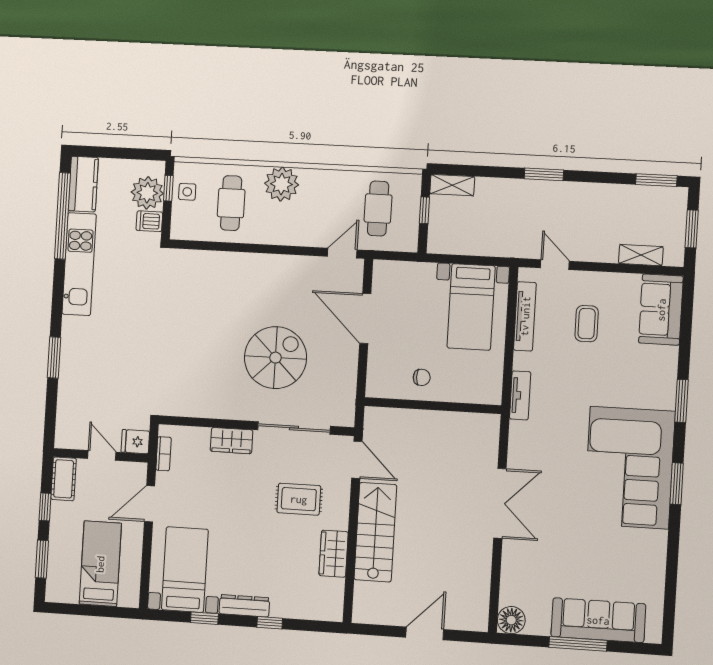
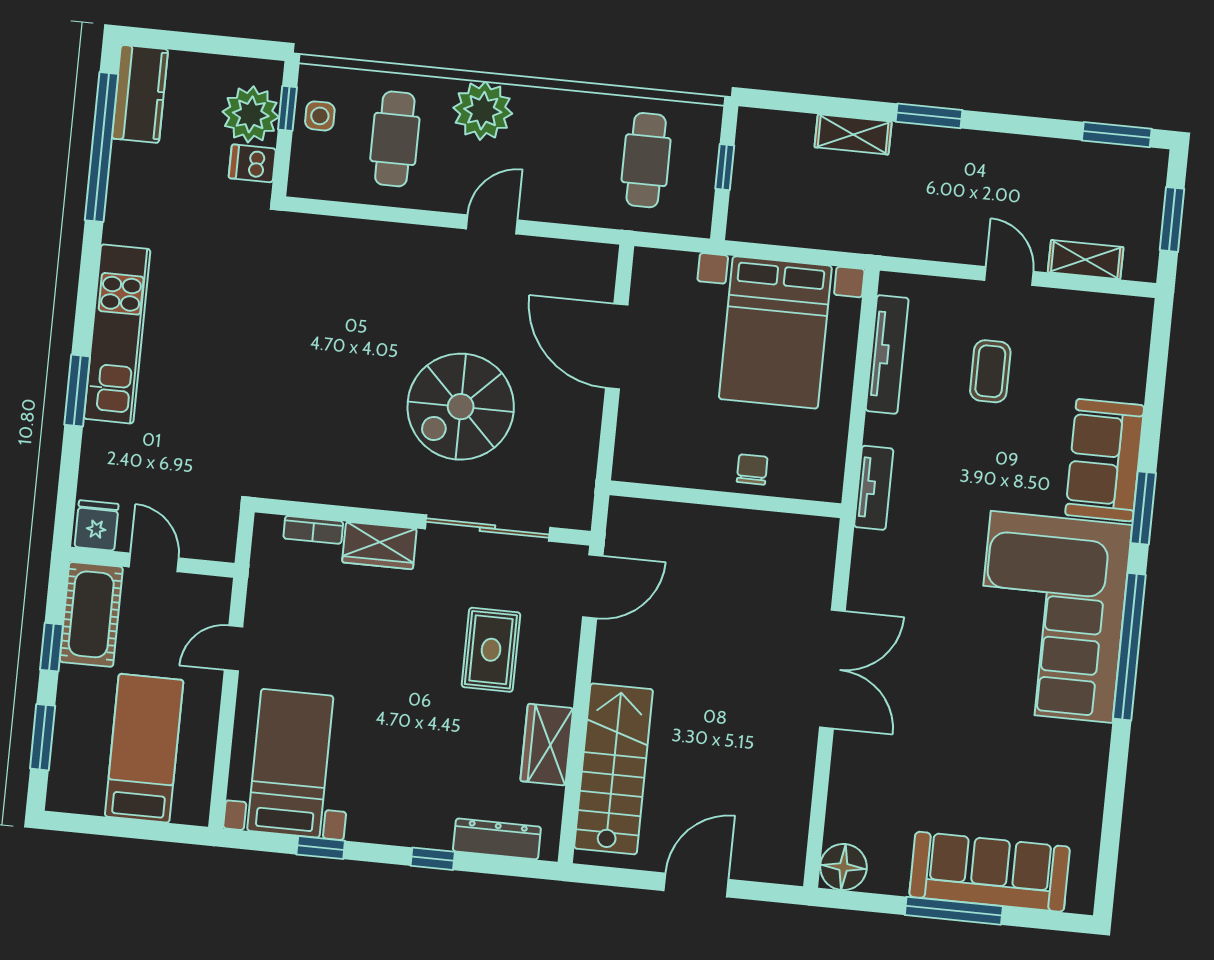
shelving: (452, 185) -> (853, 134), moved
door: (342, 253) -> (492, 224), moved
kitchen unit: (79, 264) -> (117, 334), moved
door: (555, 265) -> (1009, 276), moved
bed with nightstands: (471, 307) -> (775, 332), width x1.36
sofa: (661, 310) -> (1105, 460), moved
spiral stairs: (276, 358) -> (461, 407), turned 180
chair: (422, 377) -> (752, 469), moved, turned -90
fridge: (135, 442) -> (97, 525), moved, turned 90
bookcase: (164, 454) -> (313, 530), moved, turned 90
door: (357, 460) -> (593, 586), hinge flipped
cot: (64, 479) -> (91, 614), width x1.37, depth x1.34
window: (677, 484) -> (1129, 647), width x2.11
rug: (299, 499) -> (491, 650), turned 90
door: (150, 504) -> (234, 648), width x0.73
stairs: (375, 532) -> (614, 769), moved
dresser: (244, 606) -> (497, 839), moved

